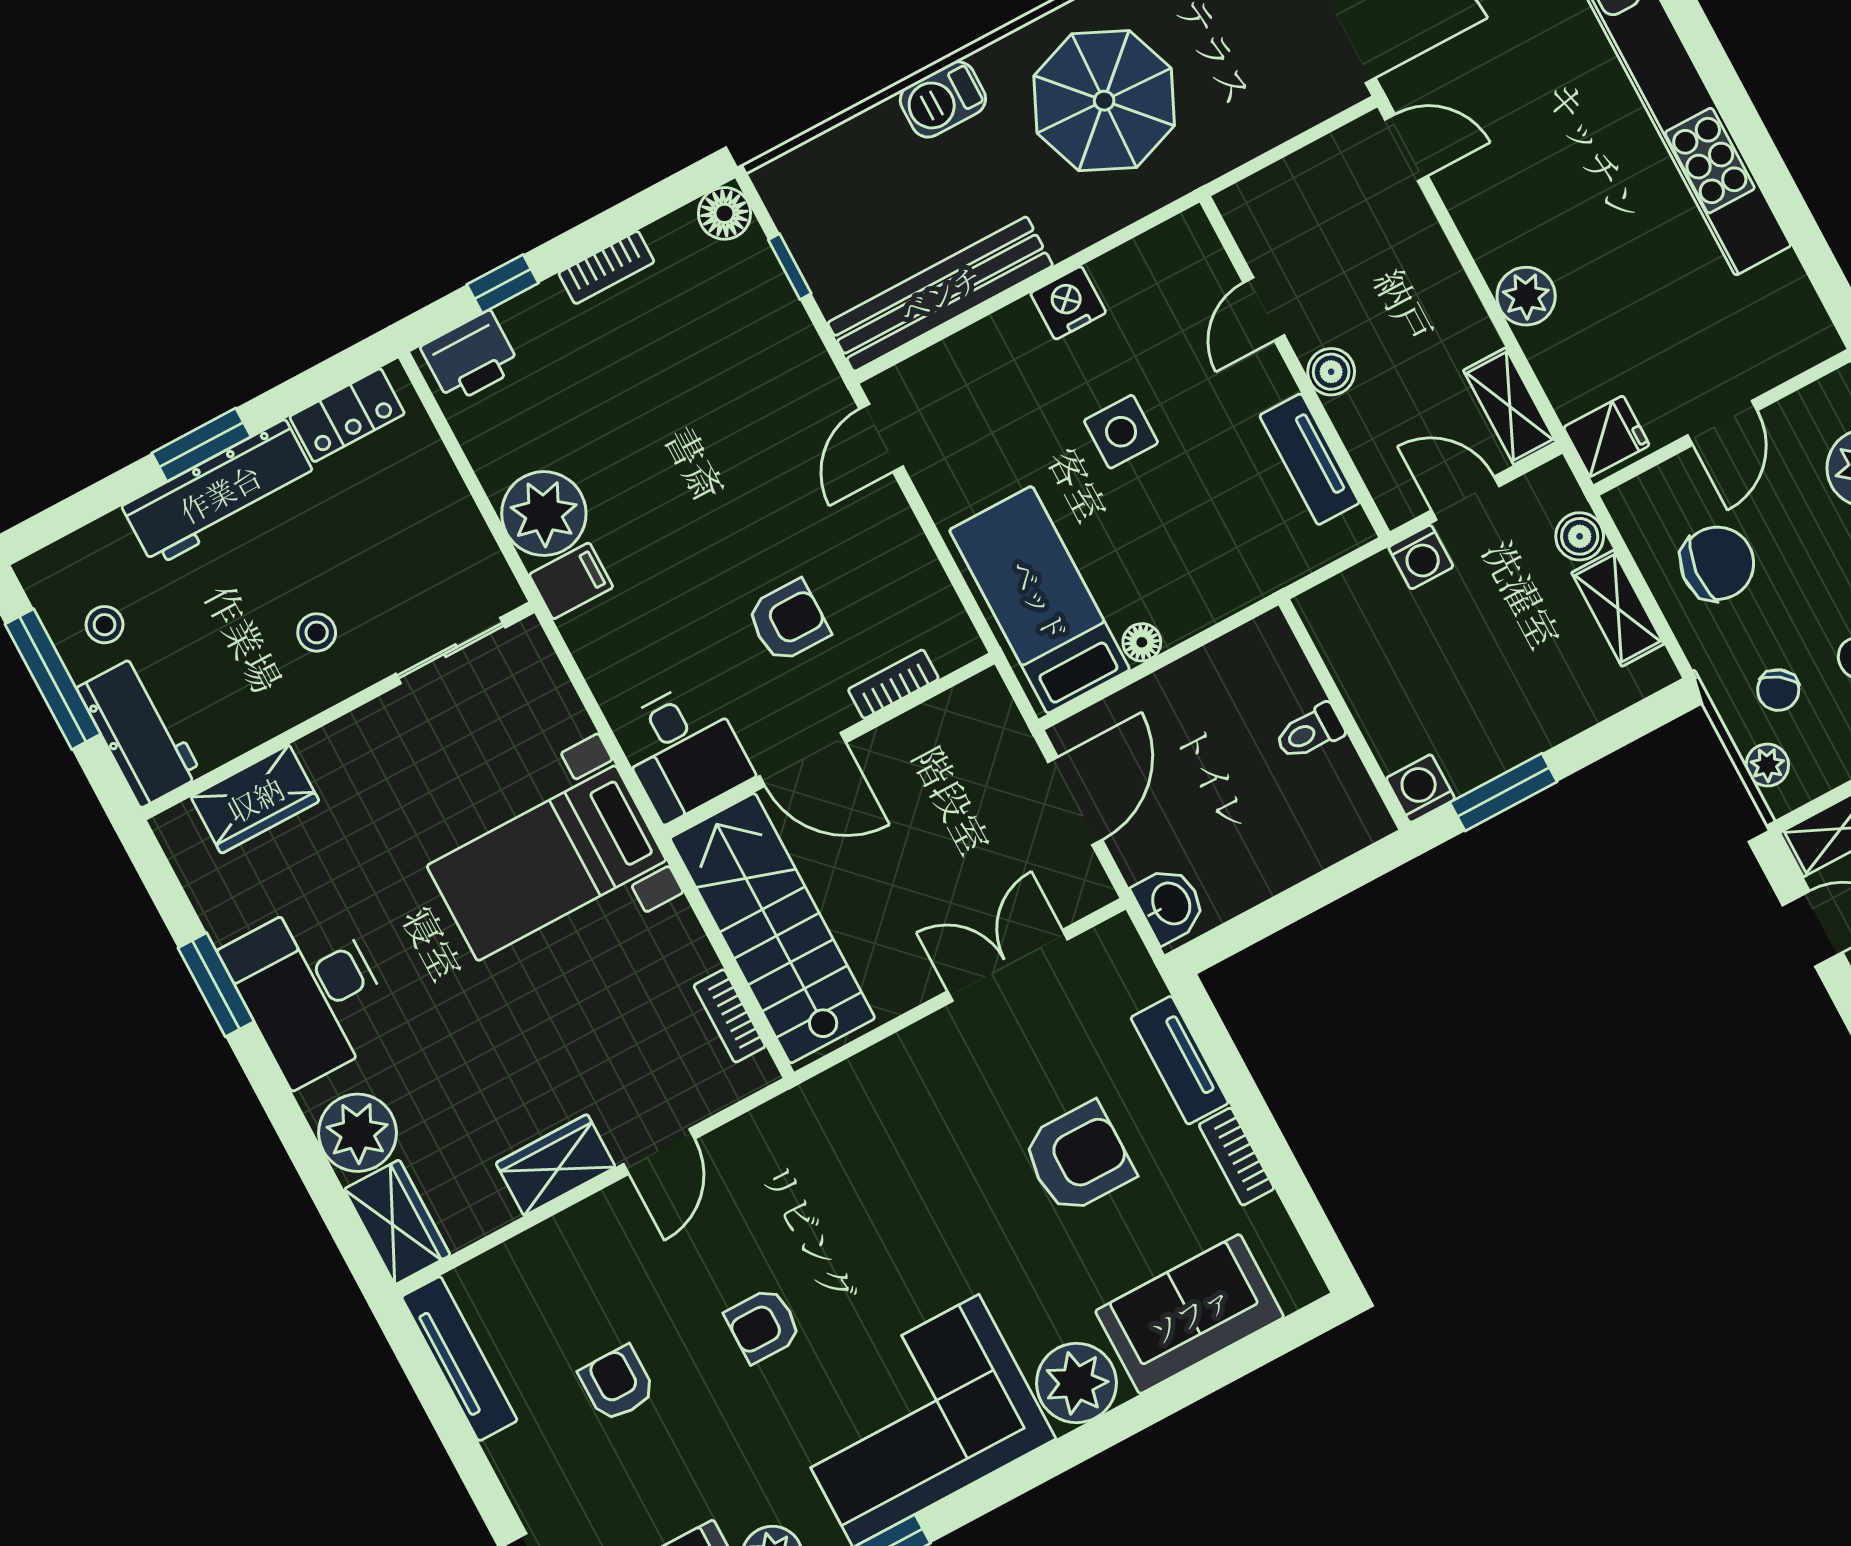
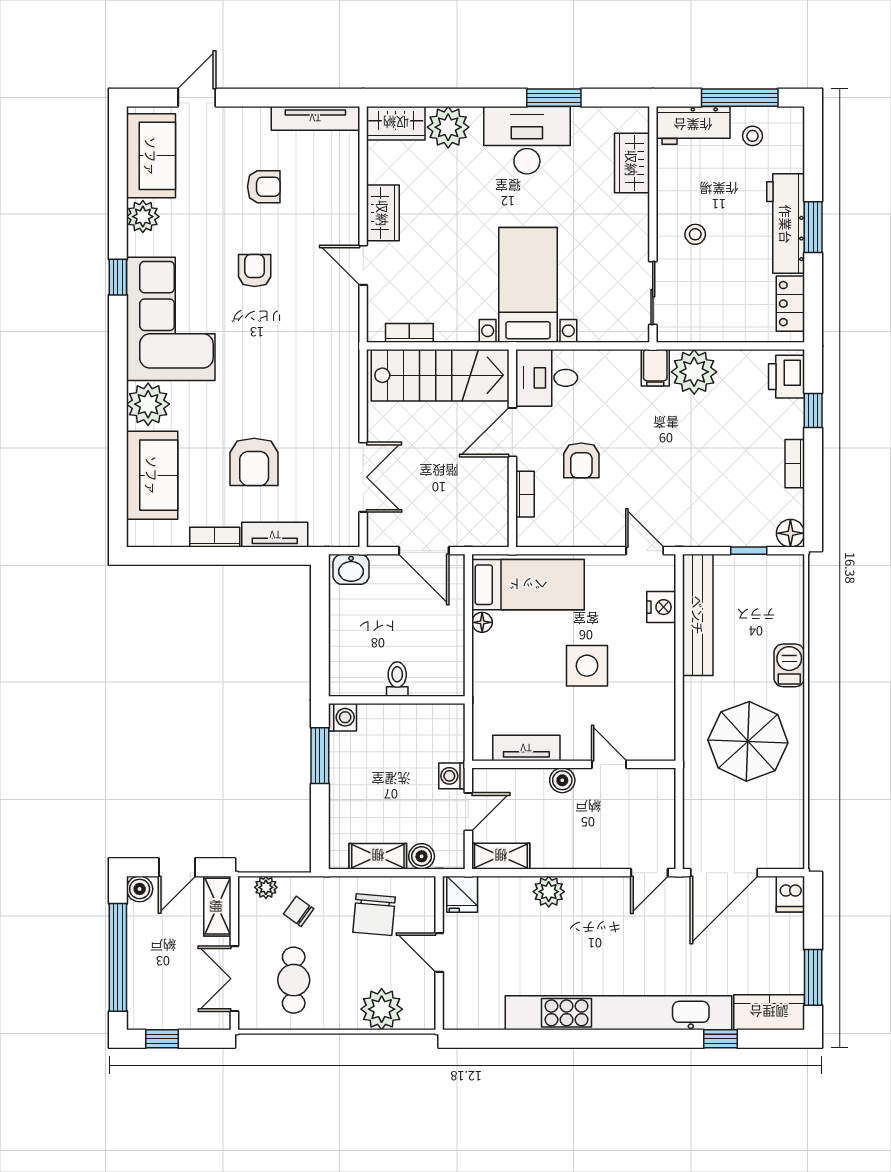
nightstand: (1068, 303) -> (661, 607), moved
side table: (1121, 432) -> (587, 666), width x1.37, depth x1.37

